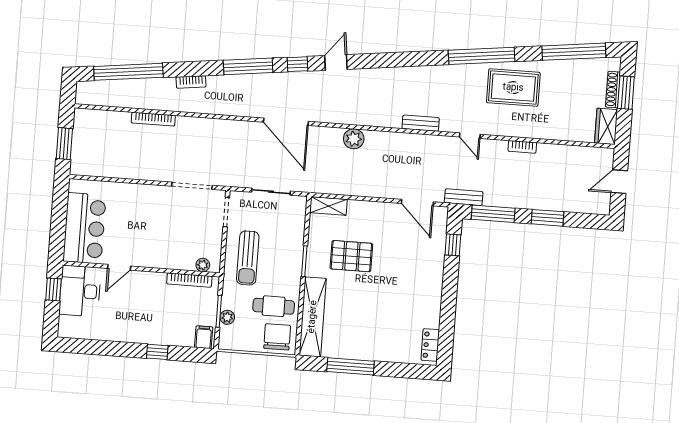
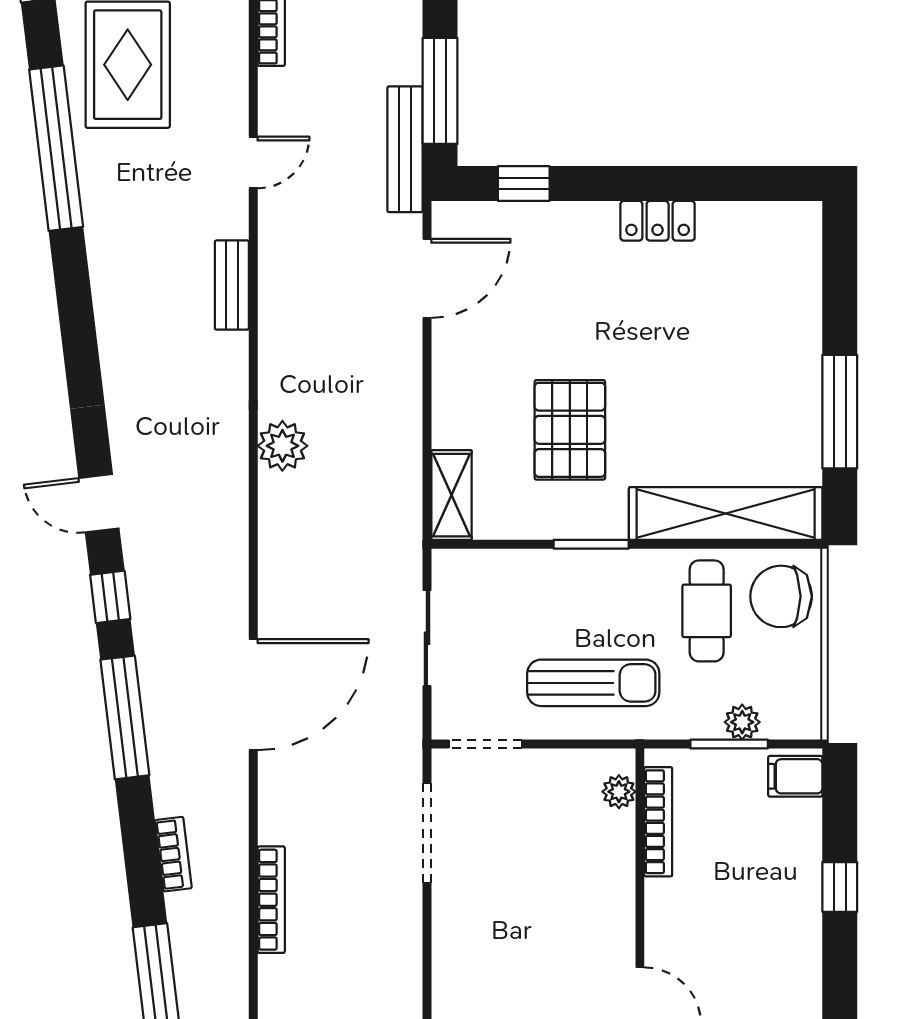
bookcase: (153, 119) -> (271, 900), moved
door: (286, 122) -> (253, 695), moved
bench: (464, 197) -> (405, 149), width x1.36
locker: (430, 345) -> (658, 221), moved

